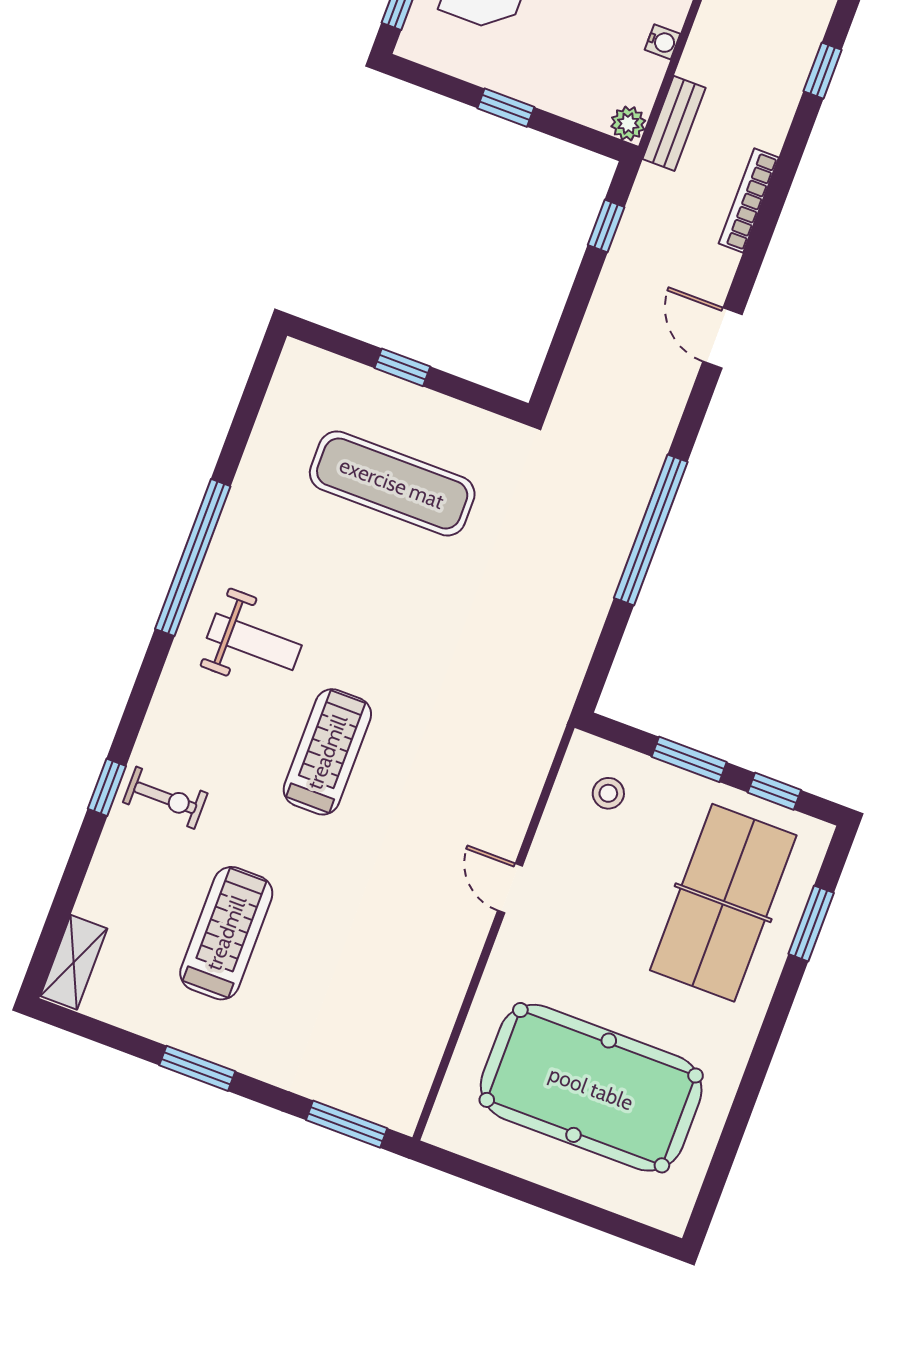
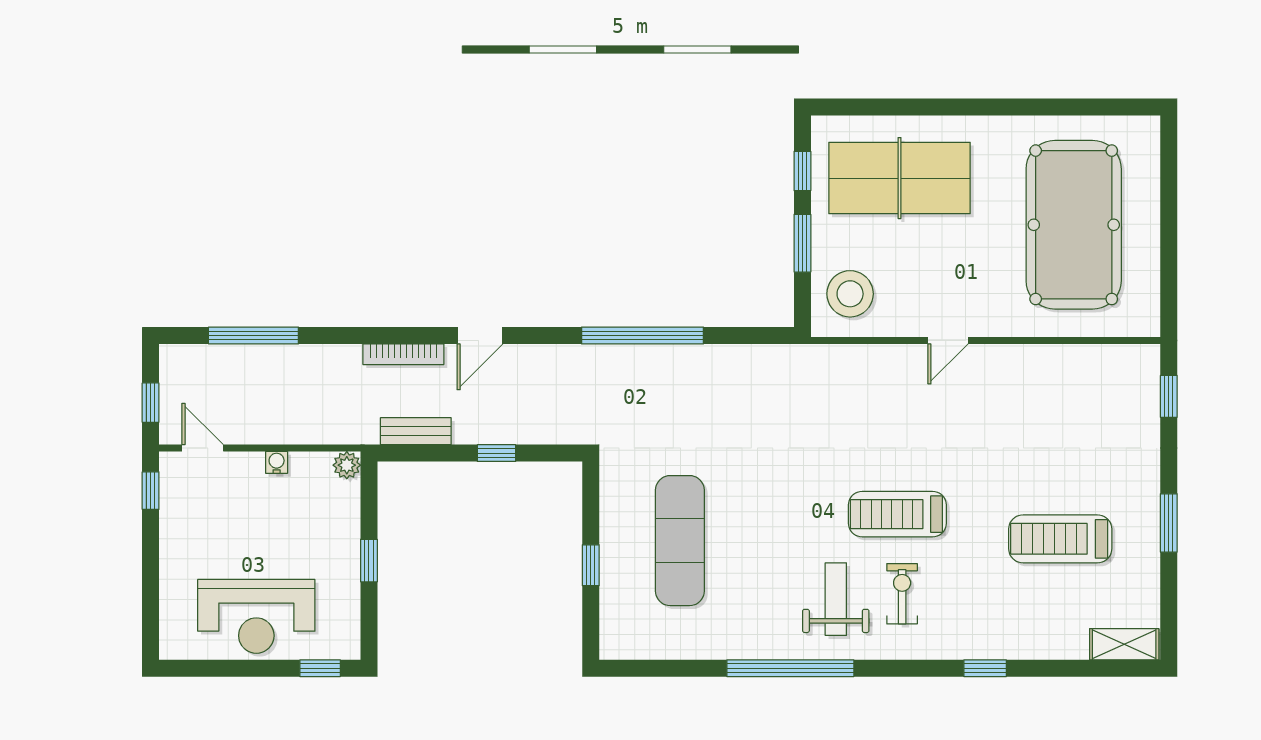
window: (823, 71) -> (253, 335), width x2.17
bench: (674, 123) -> (416, 431), moved
bookcase: (749, 200) -> (403, 354), moved
window: (606, 226) -> (496, 453), moved
stool: (608, 793) -> (850, 294), width x1.89, depth x1.89
exercise bike: (165, 798) -> (902, 594), moved
window: (811, 923) -> (890, 107), removed
window: (347, 1124) -> (1169, 396), width x0.67

